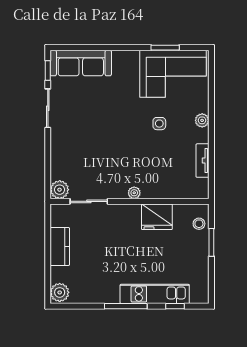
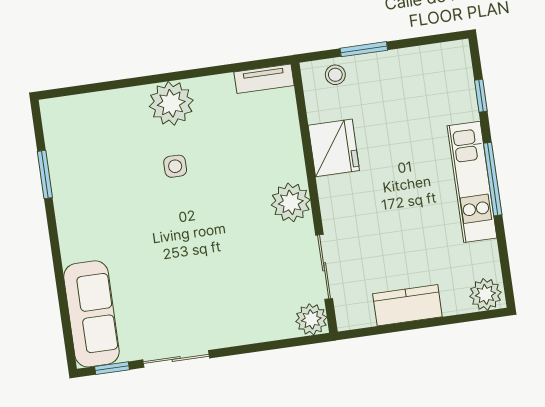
corner sofa: (173, 74) -> (87, 155), removed
plant: (202, 120) -> (171, 103), width x1.87, depth x1.87
tv unit: (203, 161) -> (264, 79), moved
plant: (134, 193) -> (291, 202), width x1.87, depth x1.87
kitchen unit: (155, 294) -> (472, 182), moved

